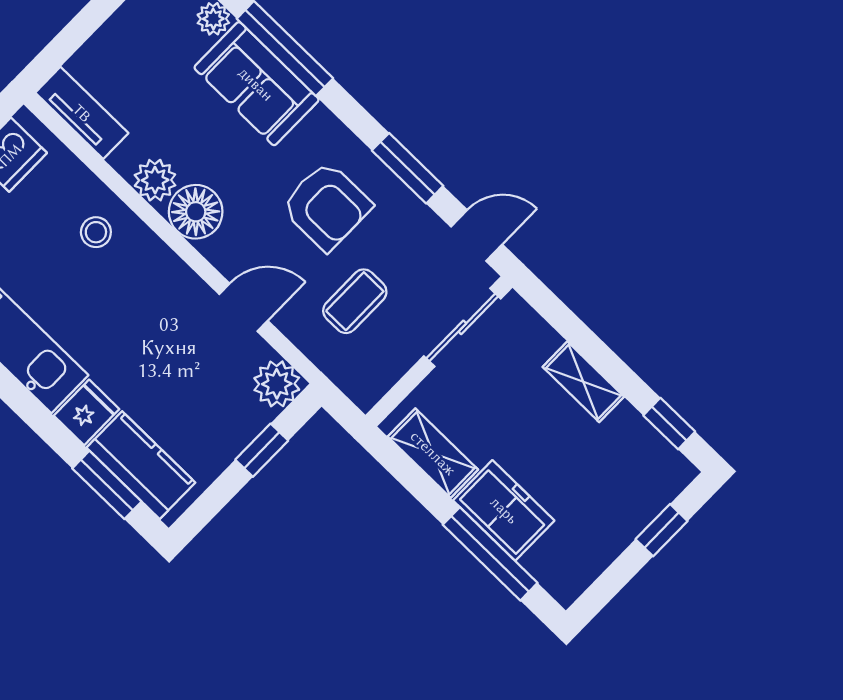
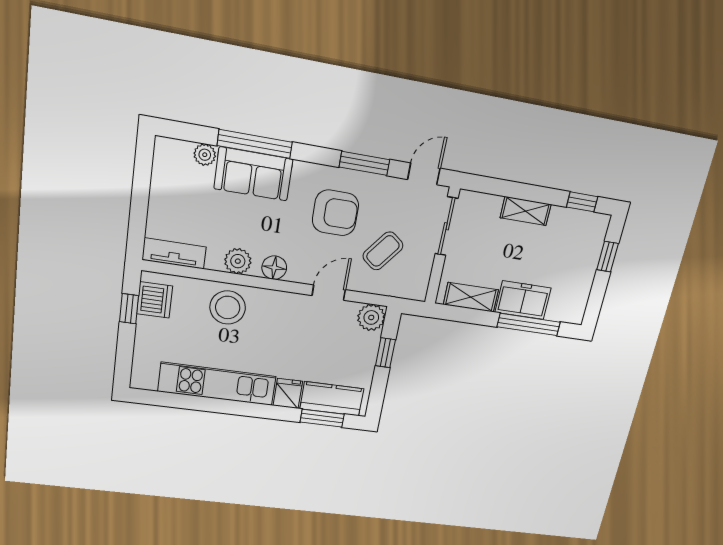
floor lamp: (196, 212) -> (274, 268), width x0.73, depth x0.73
stool: (96, 232) -> (228, 307), width x1.89, depth x1.89
coffee table: (355, 301) -> (383, 251), turned 38

